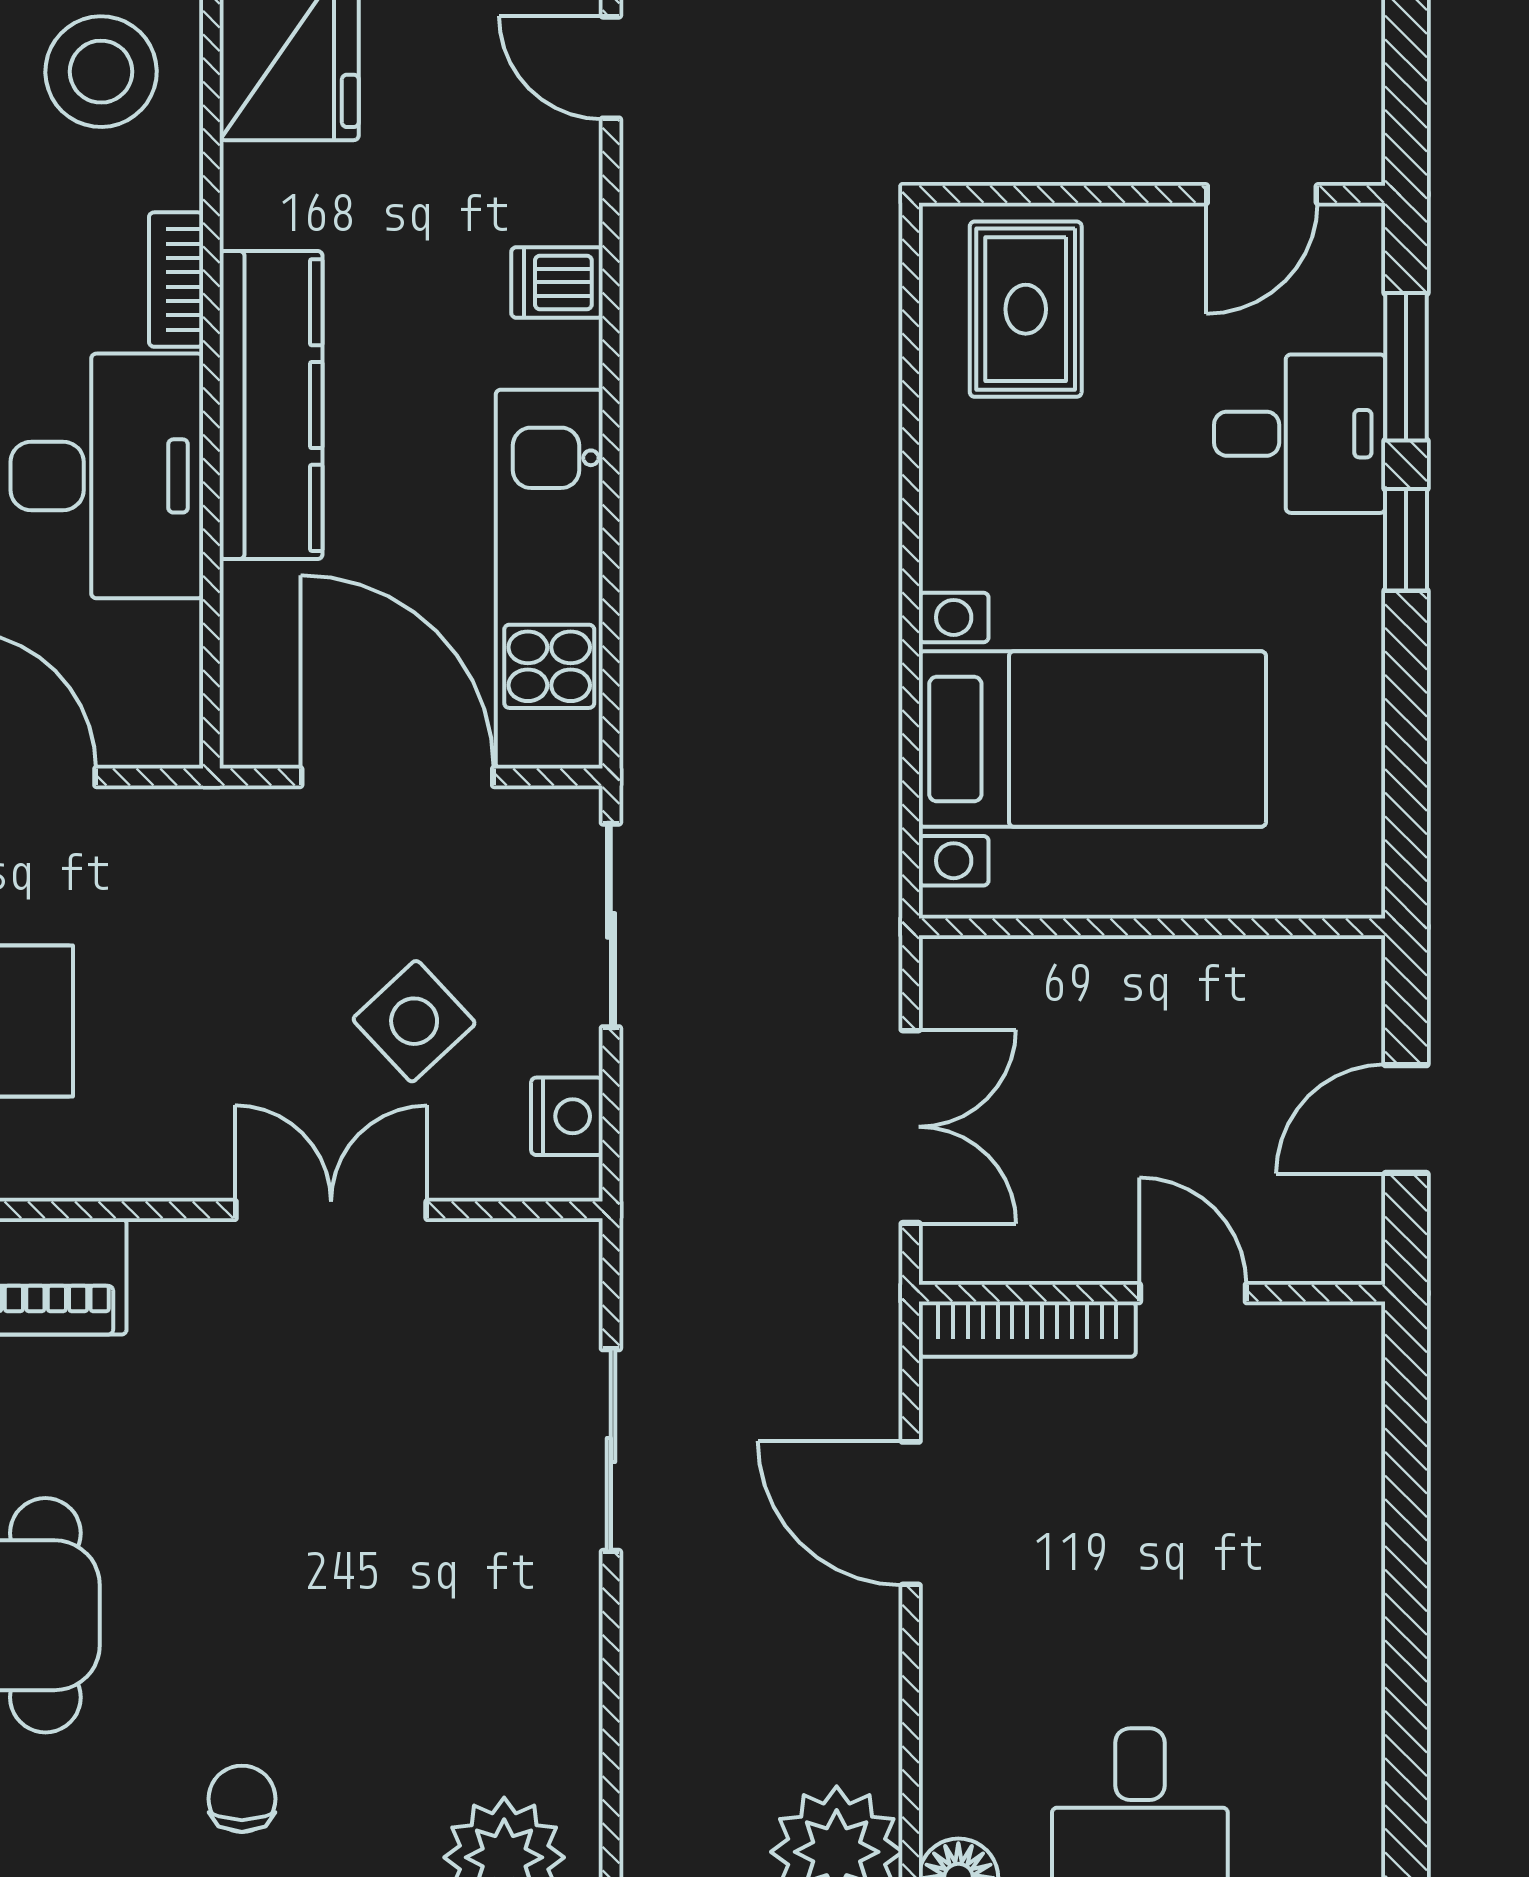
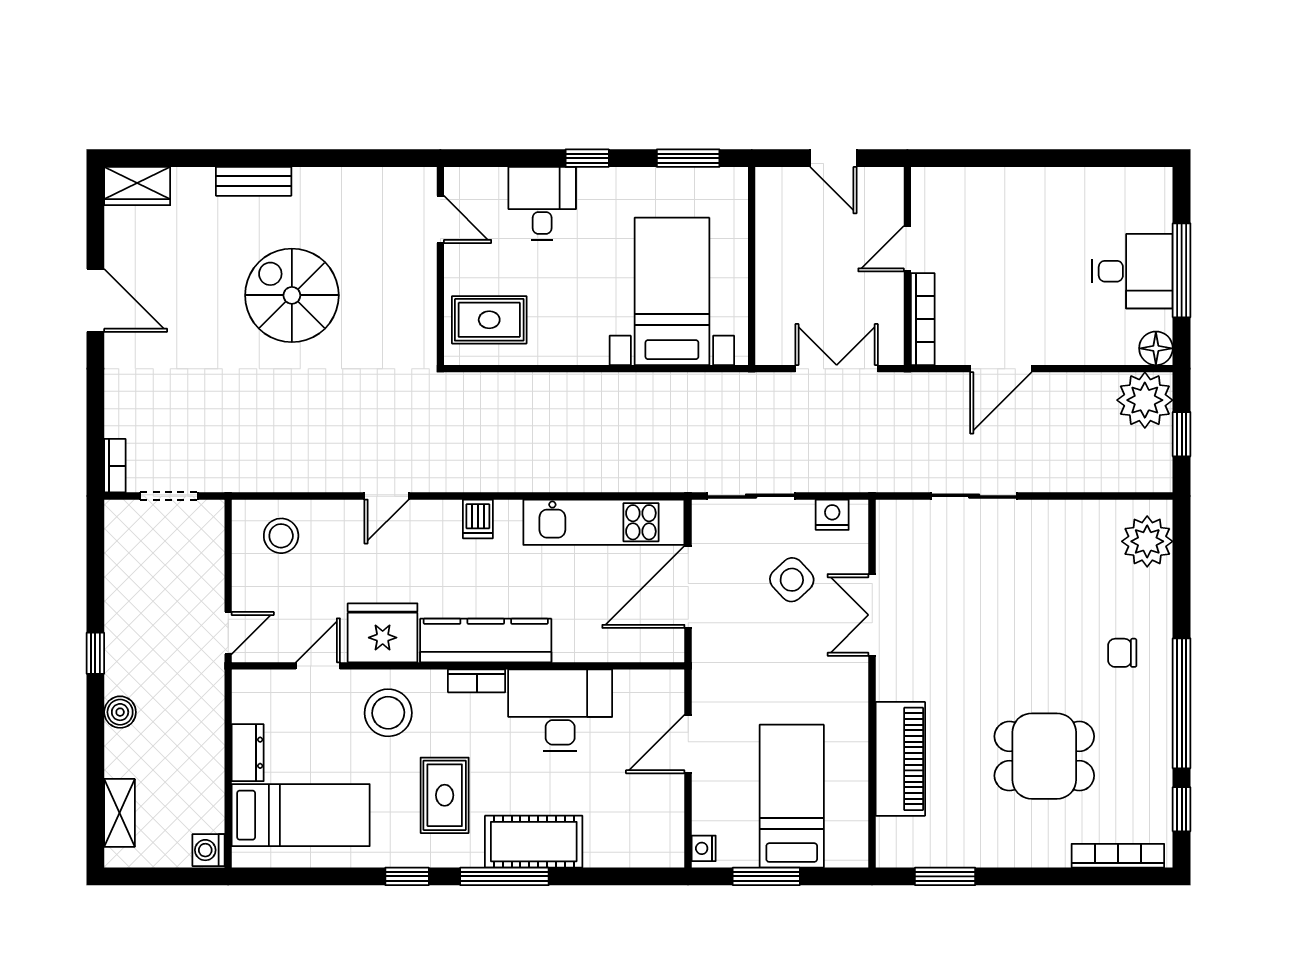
window: (1406, 367) -> (688, 158), moved
kitchen counter: (271, 405) -> (486, 640), moved

